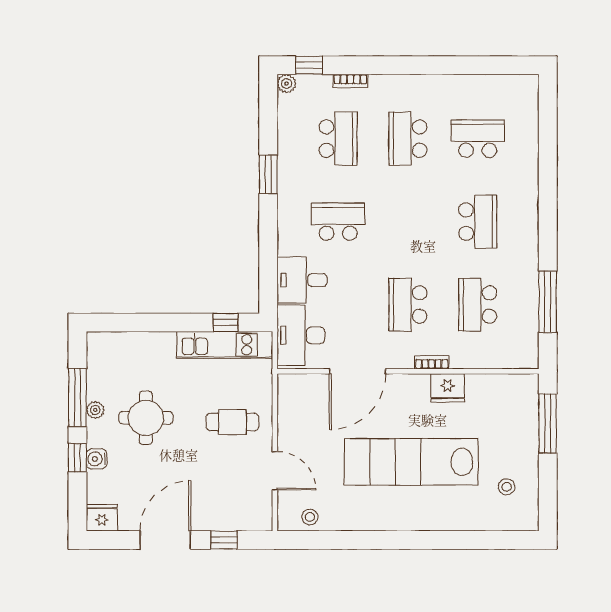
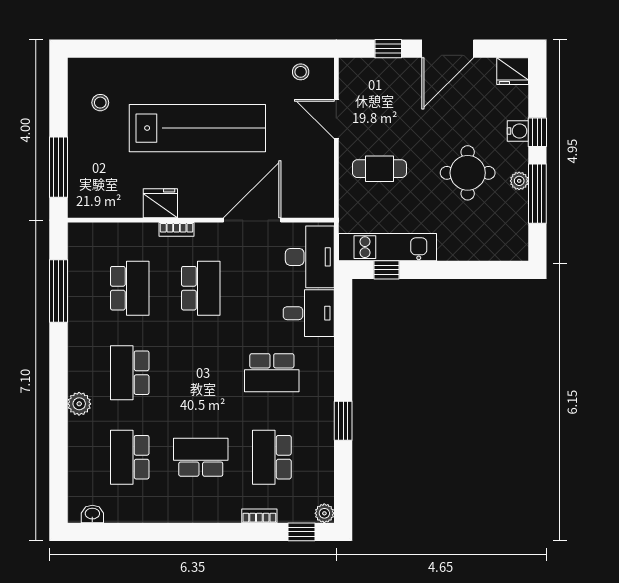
washbasin: (514, 83) -> (92, 514), added
school desk: (408, 139) -> (201, 457), turned -90
school desk: (478, 139) -> (130, 457), turned 90
plant: (527, 191) -> (79, 404), added

